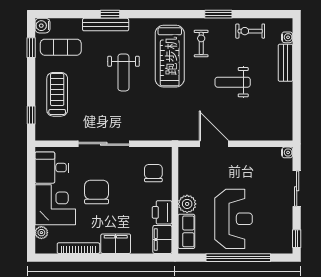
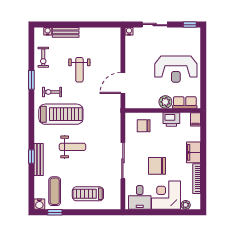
window: (31, 115) -> (103, 212), removed
reception desk: (233, 219) -> (176, 69), turned 180
filing cabinet: (162, 239) -> (196, 119), width x0.50
window: (238, 258) -> (203, 66), removed

